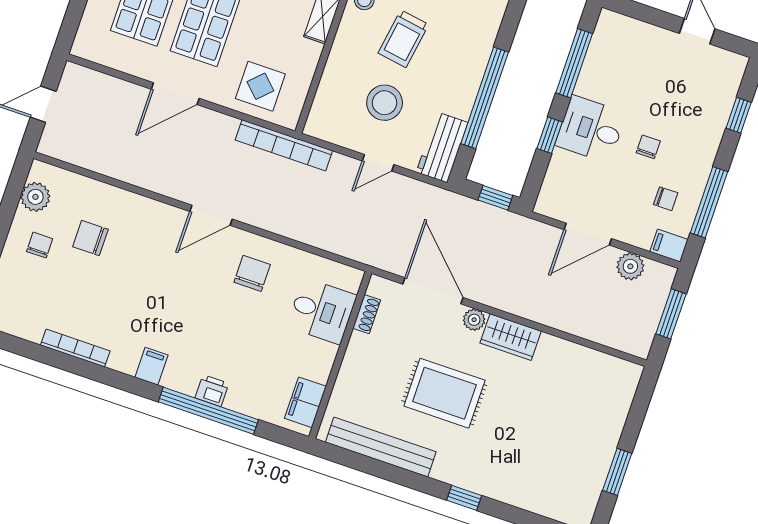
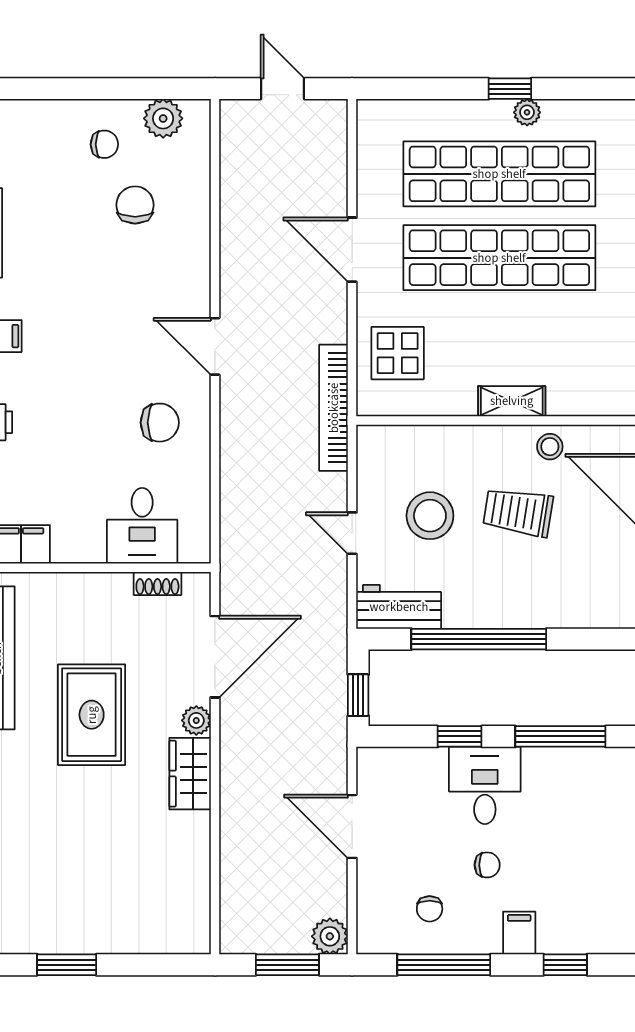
filing cabinet: (669, 246) -> (519, 933), moved
plant: (630, 266) -> (330, 936), moved

